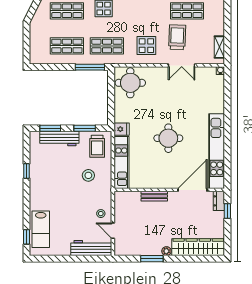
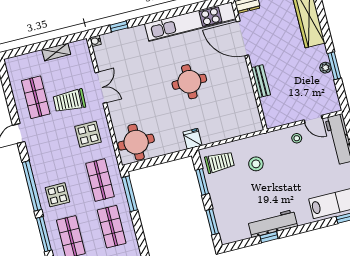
shelving: (219, 47) -> (56, 52), moved
window: (227, 92) -> (119, 26), added
workbench: (59, 138) -> (273, 223), moved, turned -90
kitchen unit: (121, 163) -> (231, 129), removed
door: (113, 231) -> (313, 119), hinge flipped
plant: (166, 251) -> (325, 68), moved

